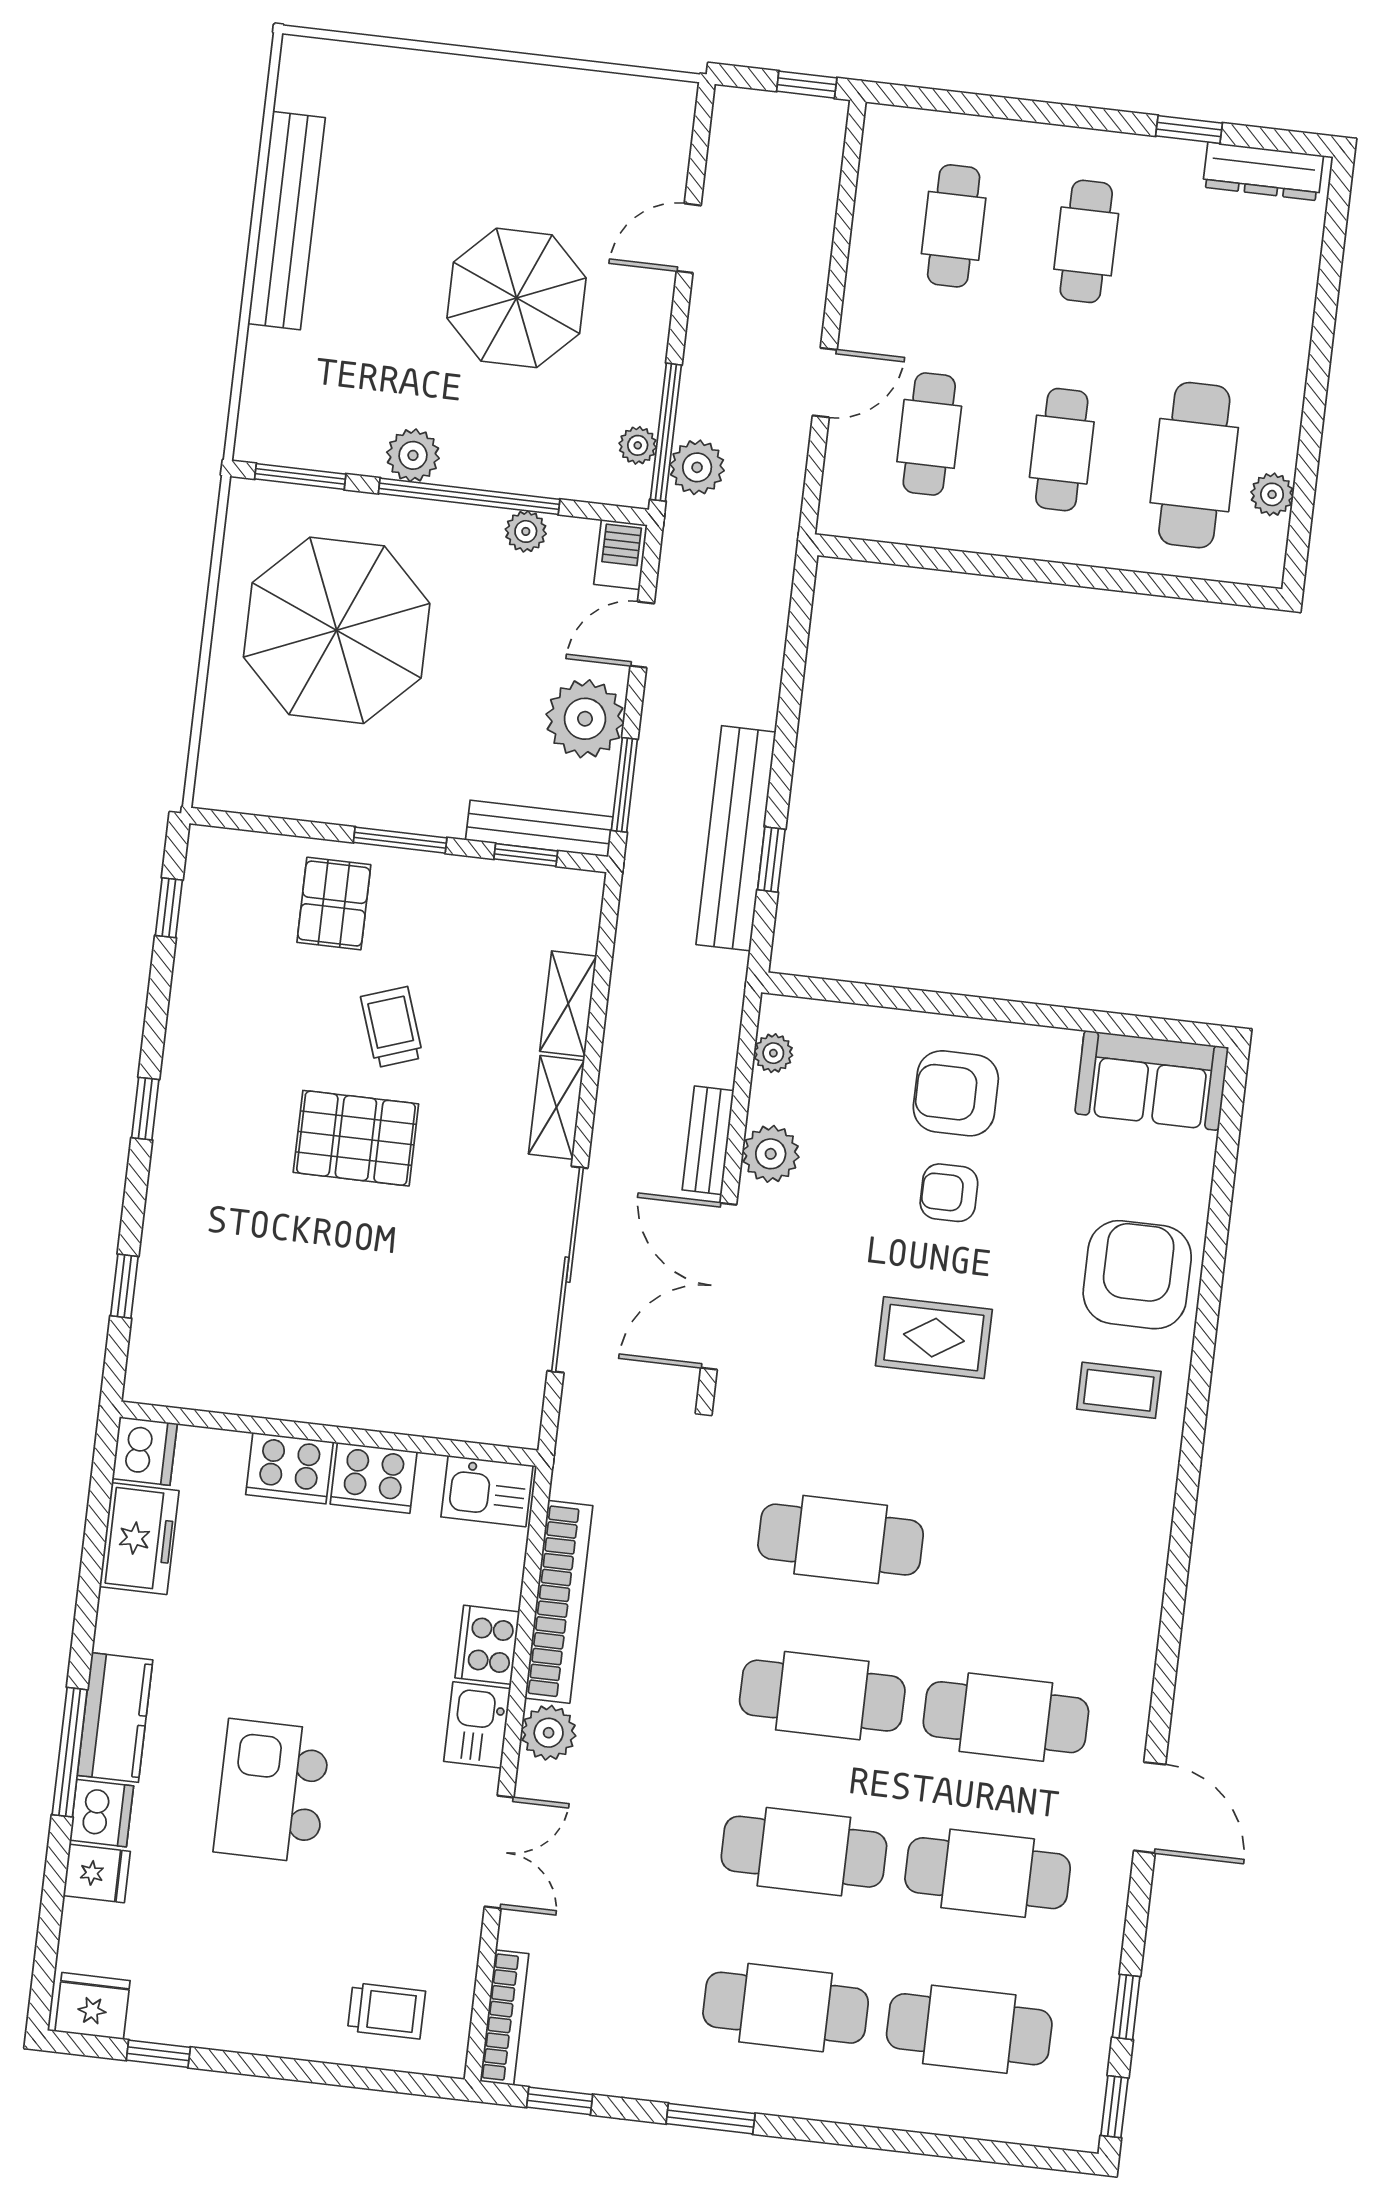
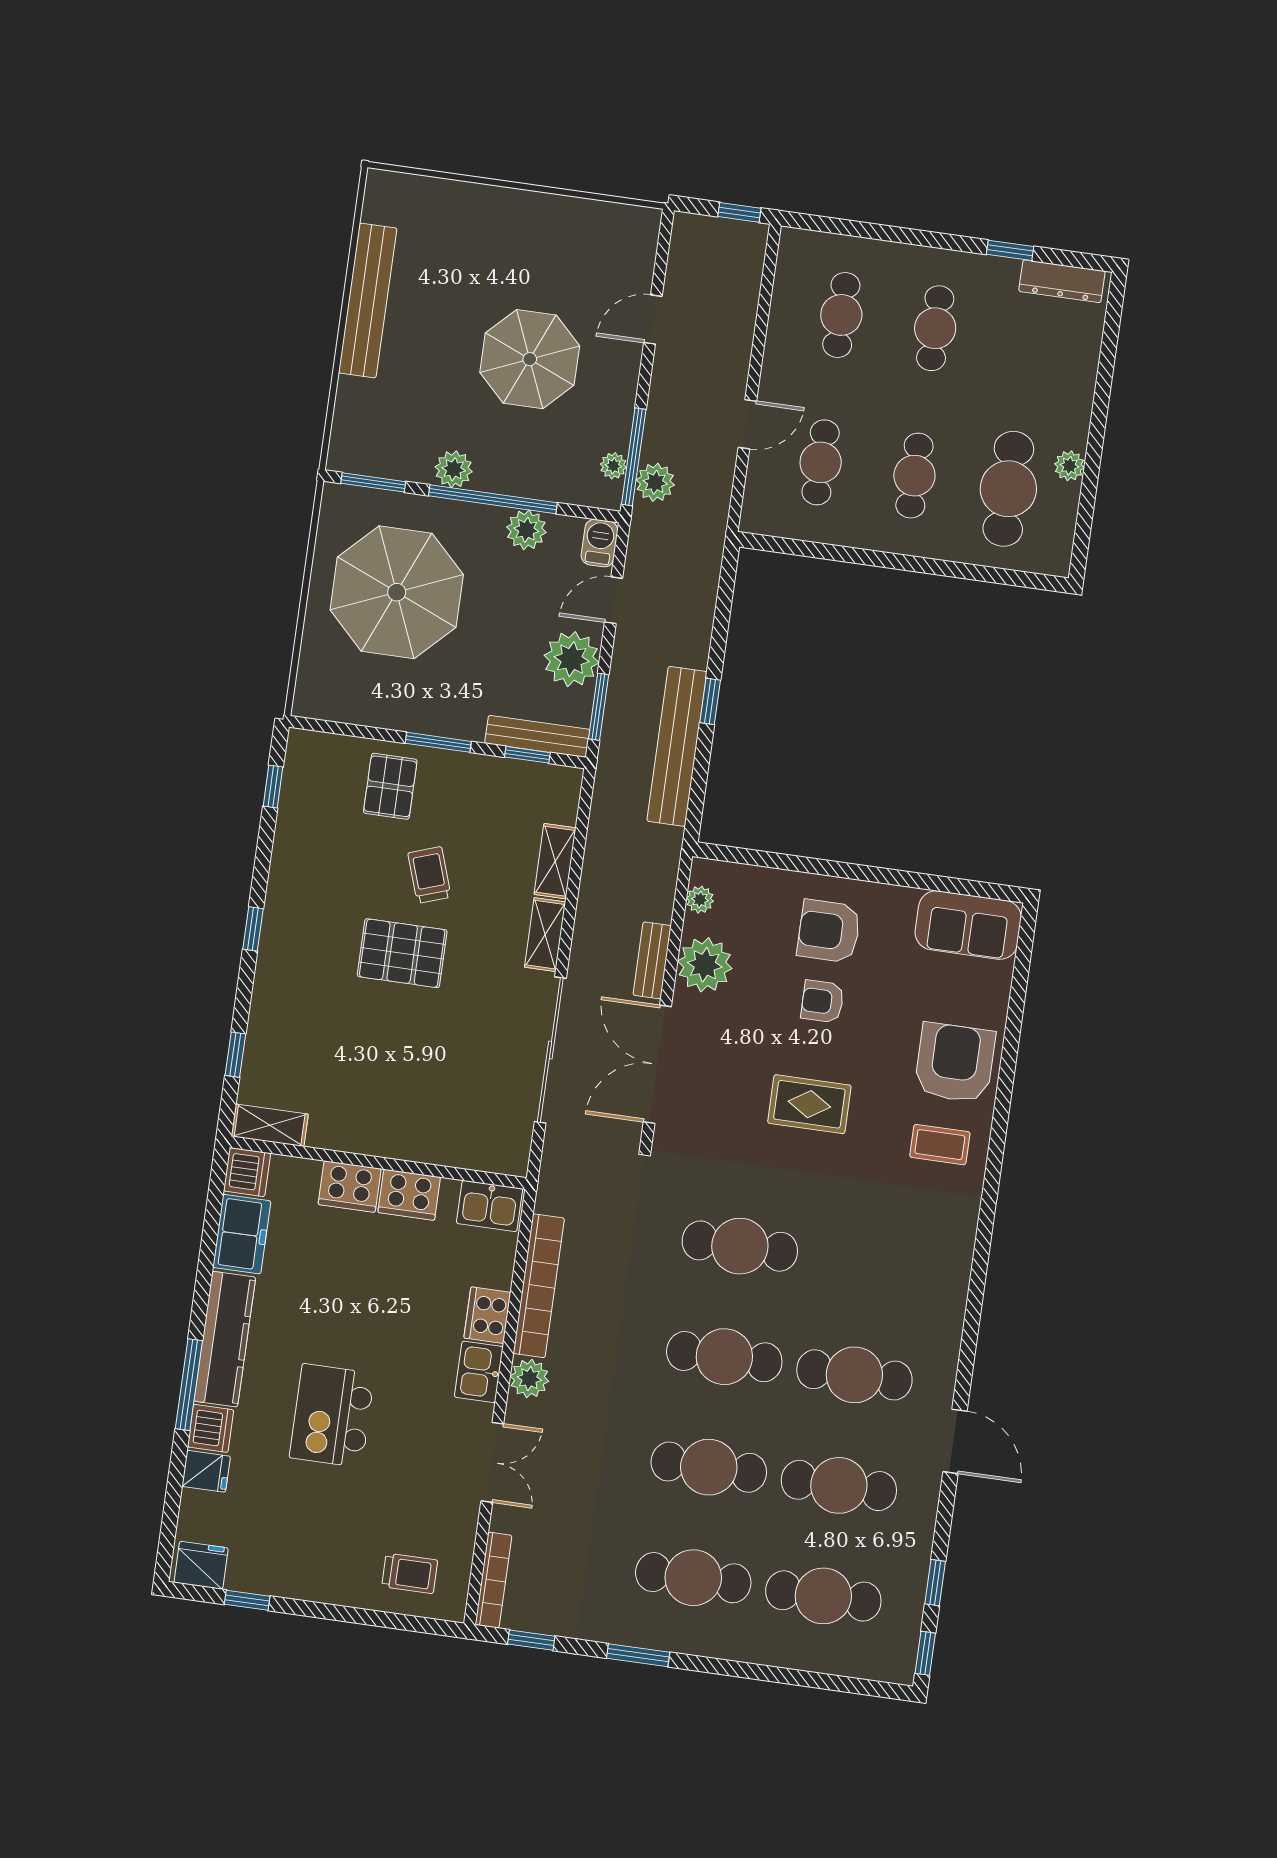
plant: (1272, 494) -> (1069, 466), moved
plant: (526, 531) -> (526, 530), width x1.38, depth x1.38
window: (771, 860) -> (710, 701), moved
plant: (771, 1154) -> (705, 965), width x1.36, depth x1.36
shelving: (175, 1385) -> (270, 1125), added
kitchen counter: (115, 1718) -> (225, 1339), width x1.50

